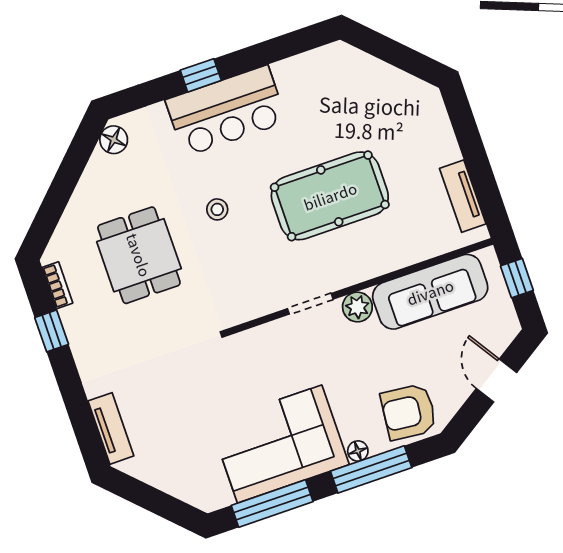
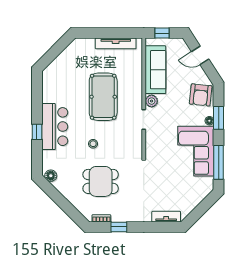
tv unit: (463, 196) -> (116, 43), width x1.41
window: (371, 469) -> (219, 118), width x0.69

